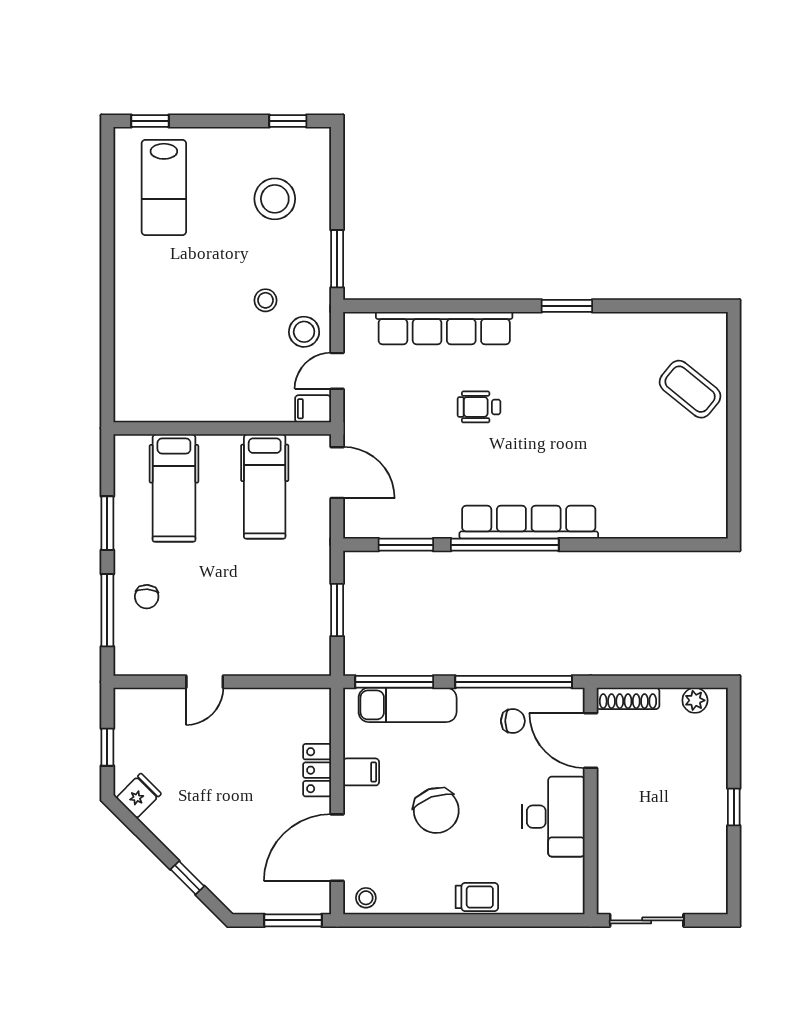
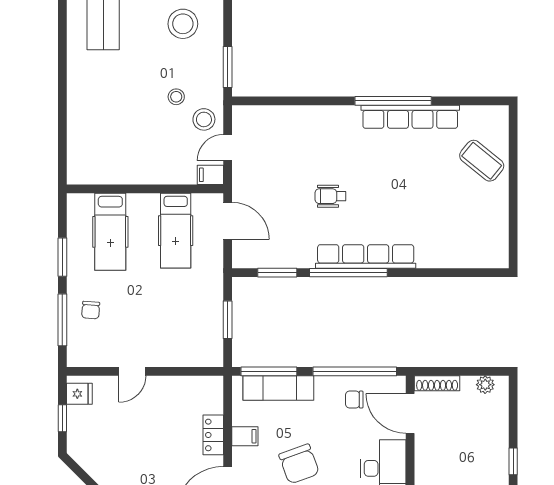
window: (567, 306) -> (393, 101), width x2.11
row of seats: (444, 328) -> (410, 117), moved
wheelchair: (479, 407) -> (330, 196), moved
chair: (513, 721) -> (354, 400), turned 180
fridge: (139, 796) -> (79, 394), moved, turned 45

